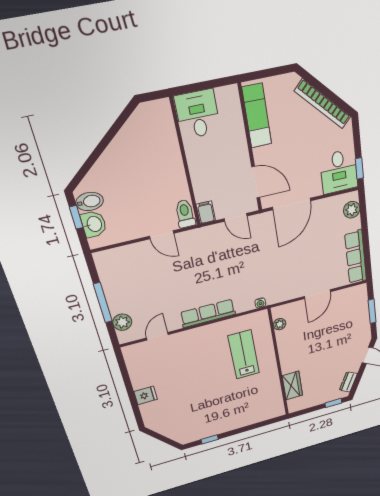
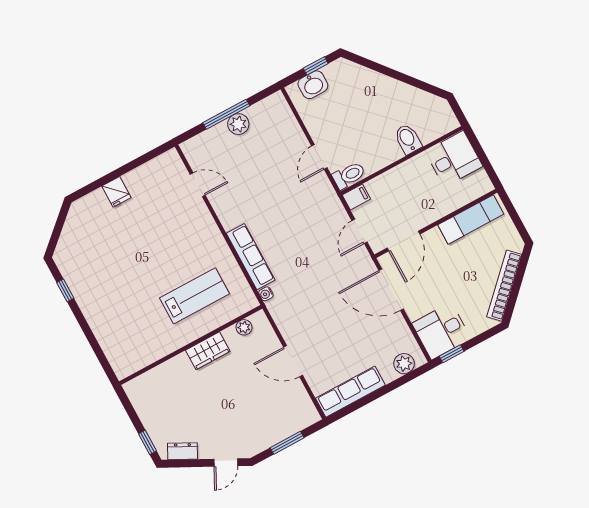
bidet: (90, 202) -> (408, 139), moved, turned 180
row of seats: (208, 313) -> (251, 257), moved
plant: (122, 322) -> (238, 124), moved
wardrobe: (292, 386) -> (208, 351), moved

